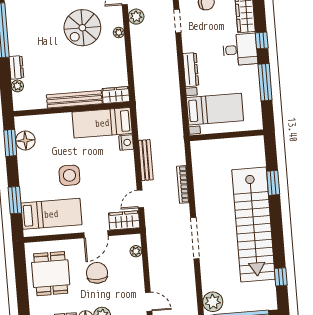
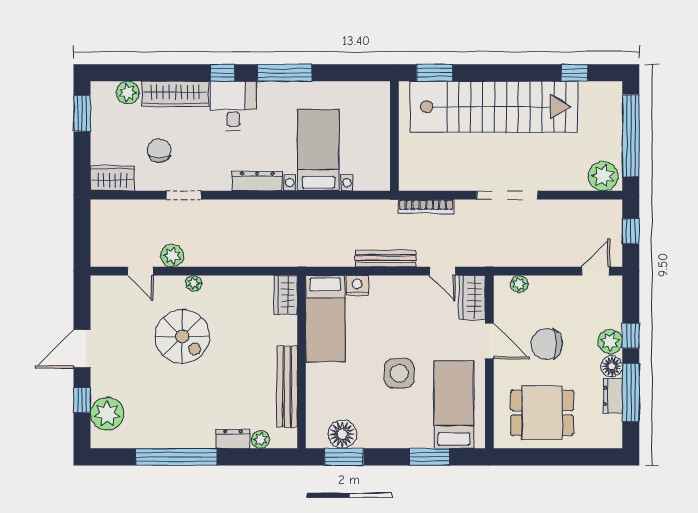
bench: (74, 99) -> (287, 386), moved
wall: (227, 135) -> (394, 136), moved

